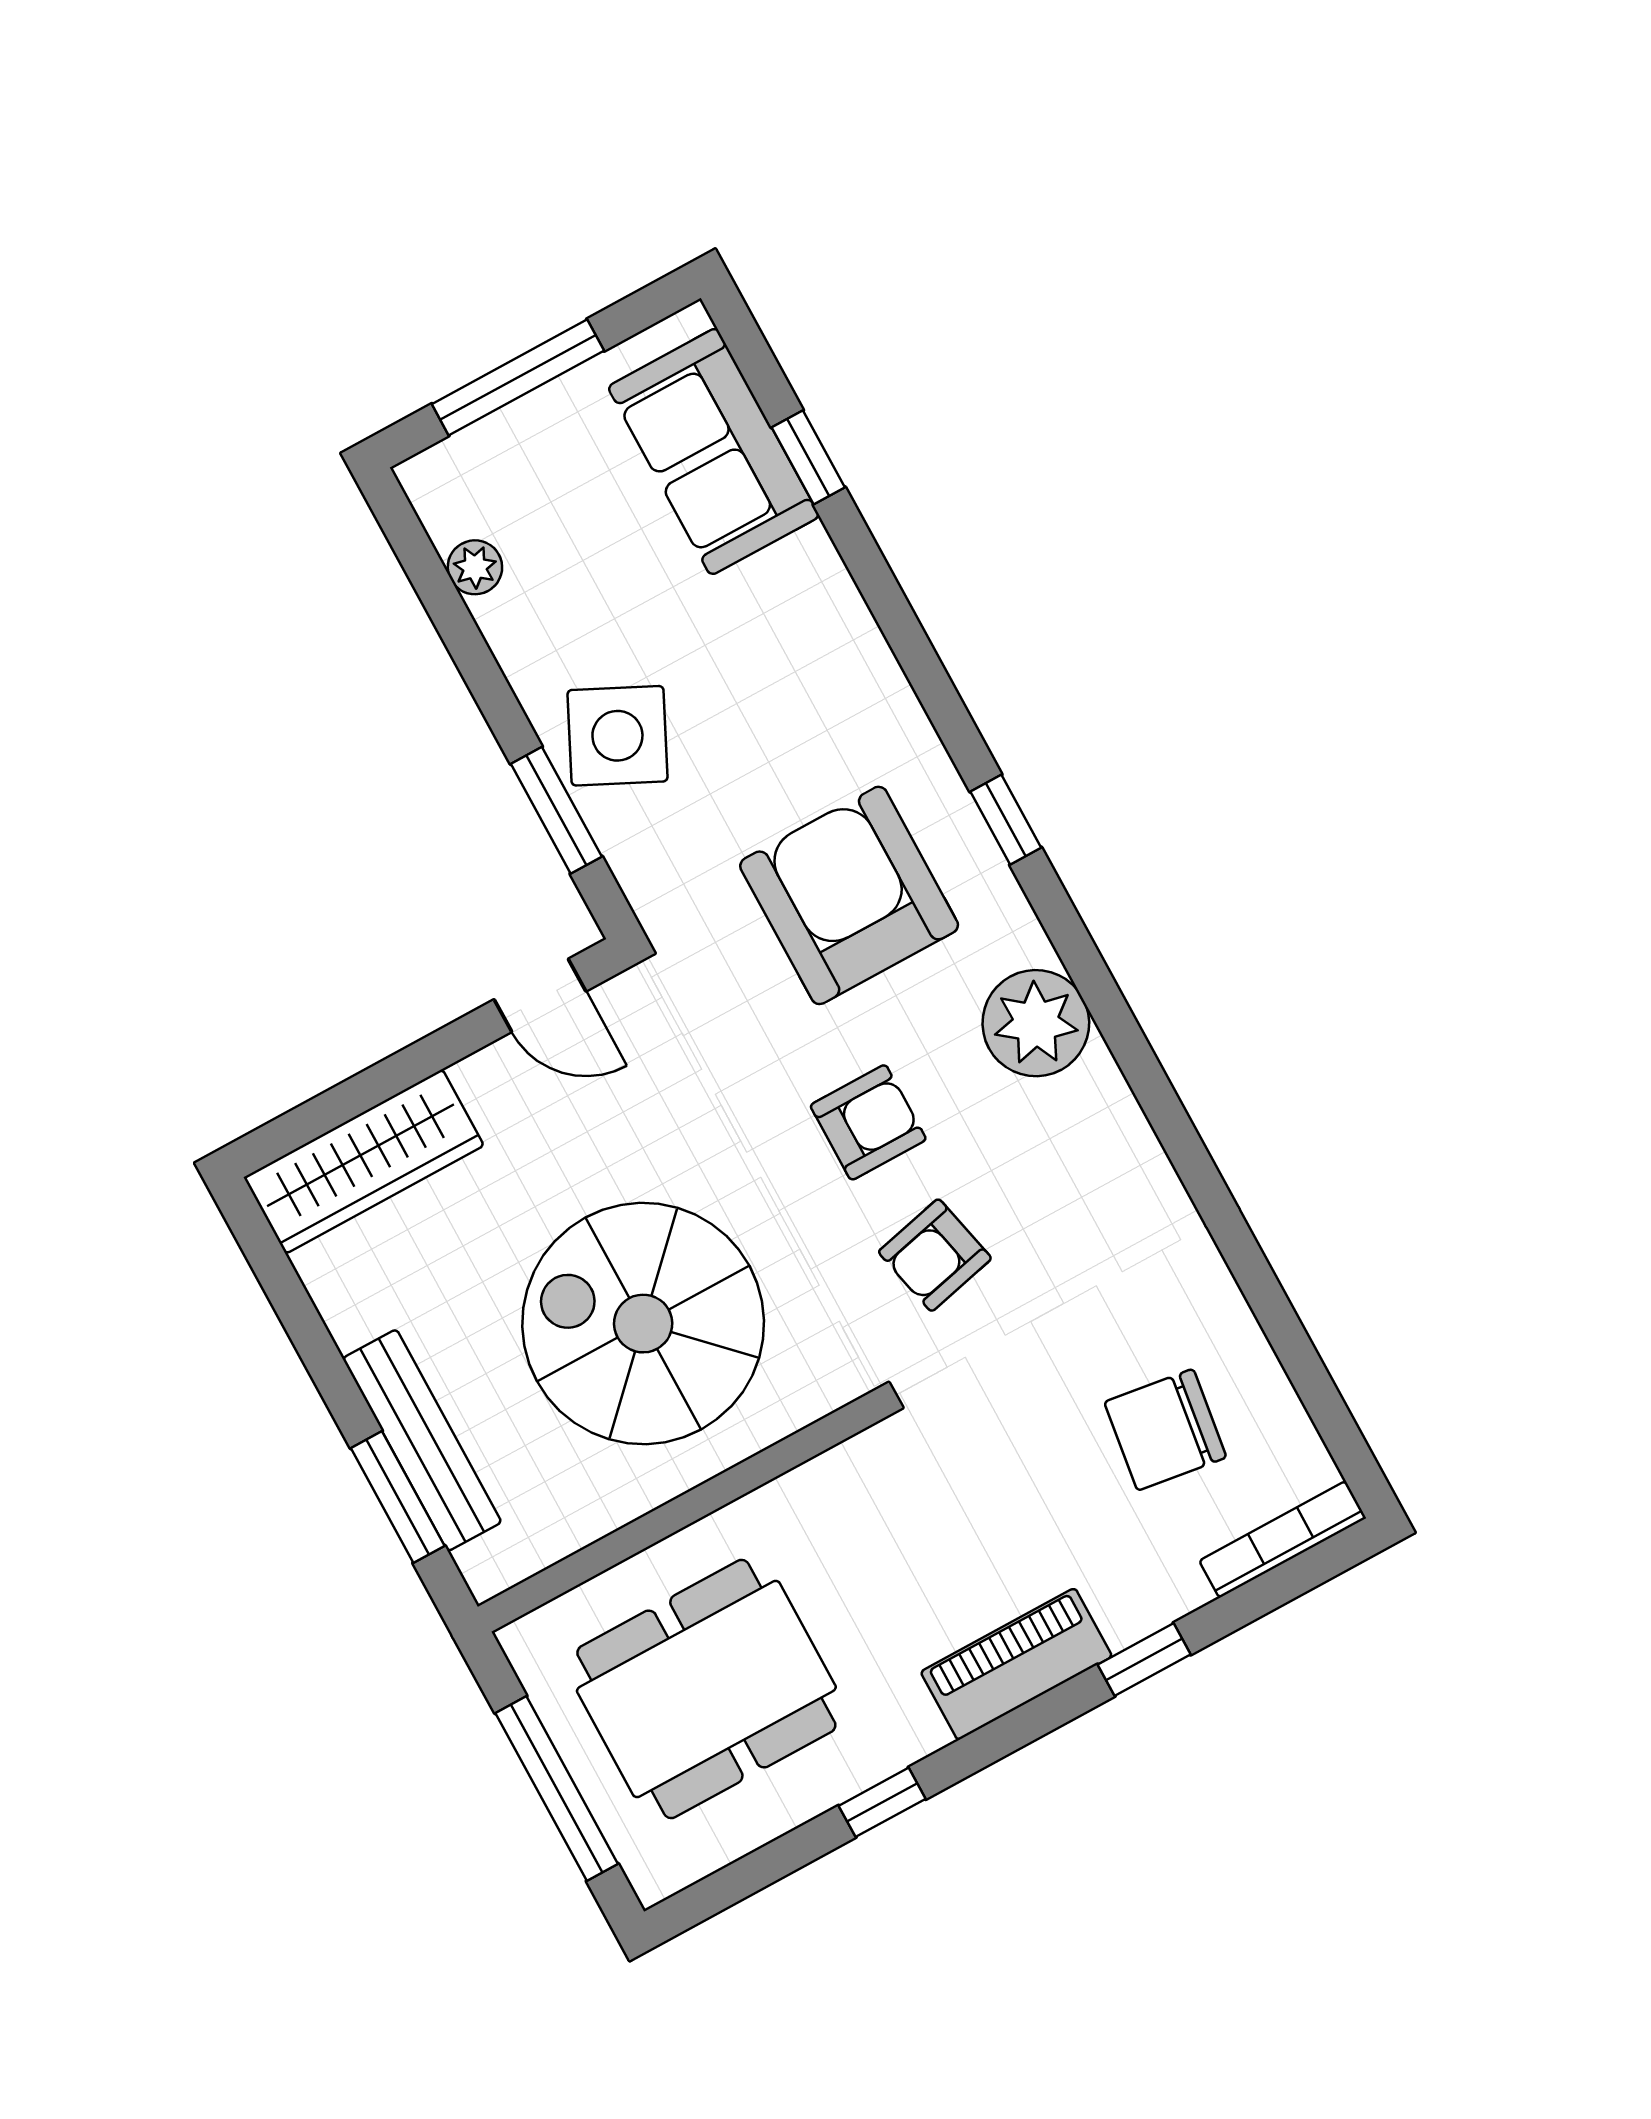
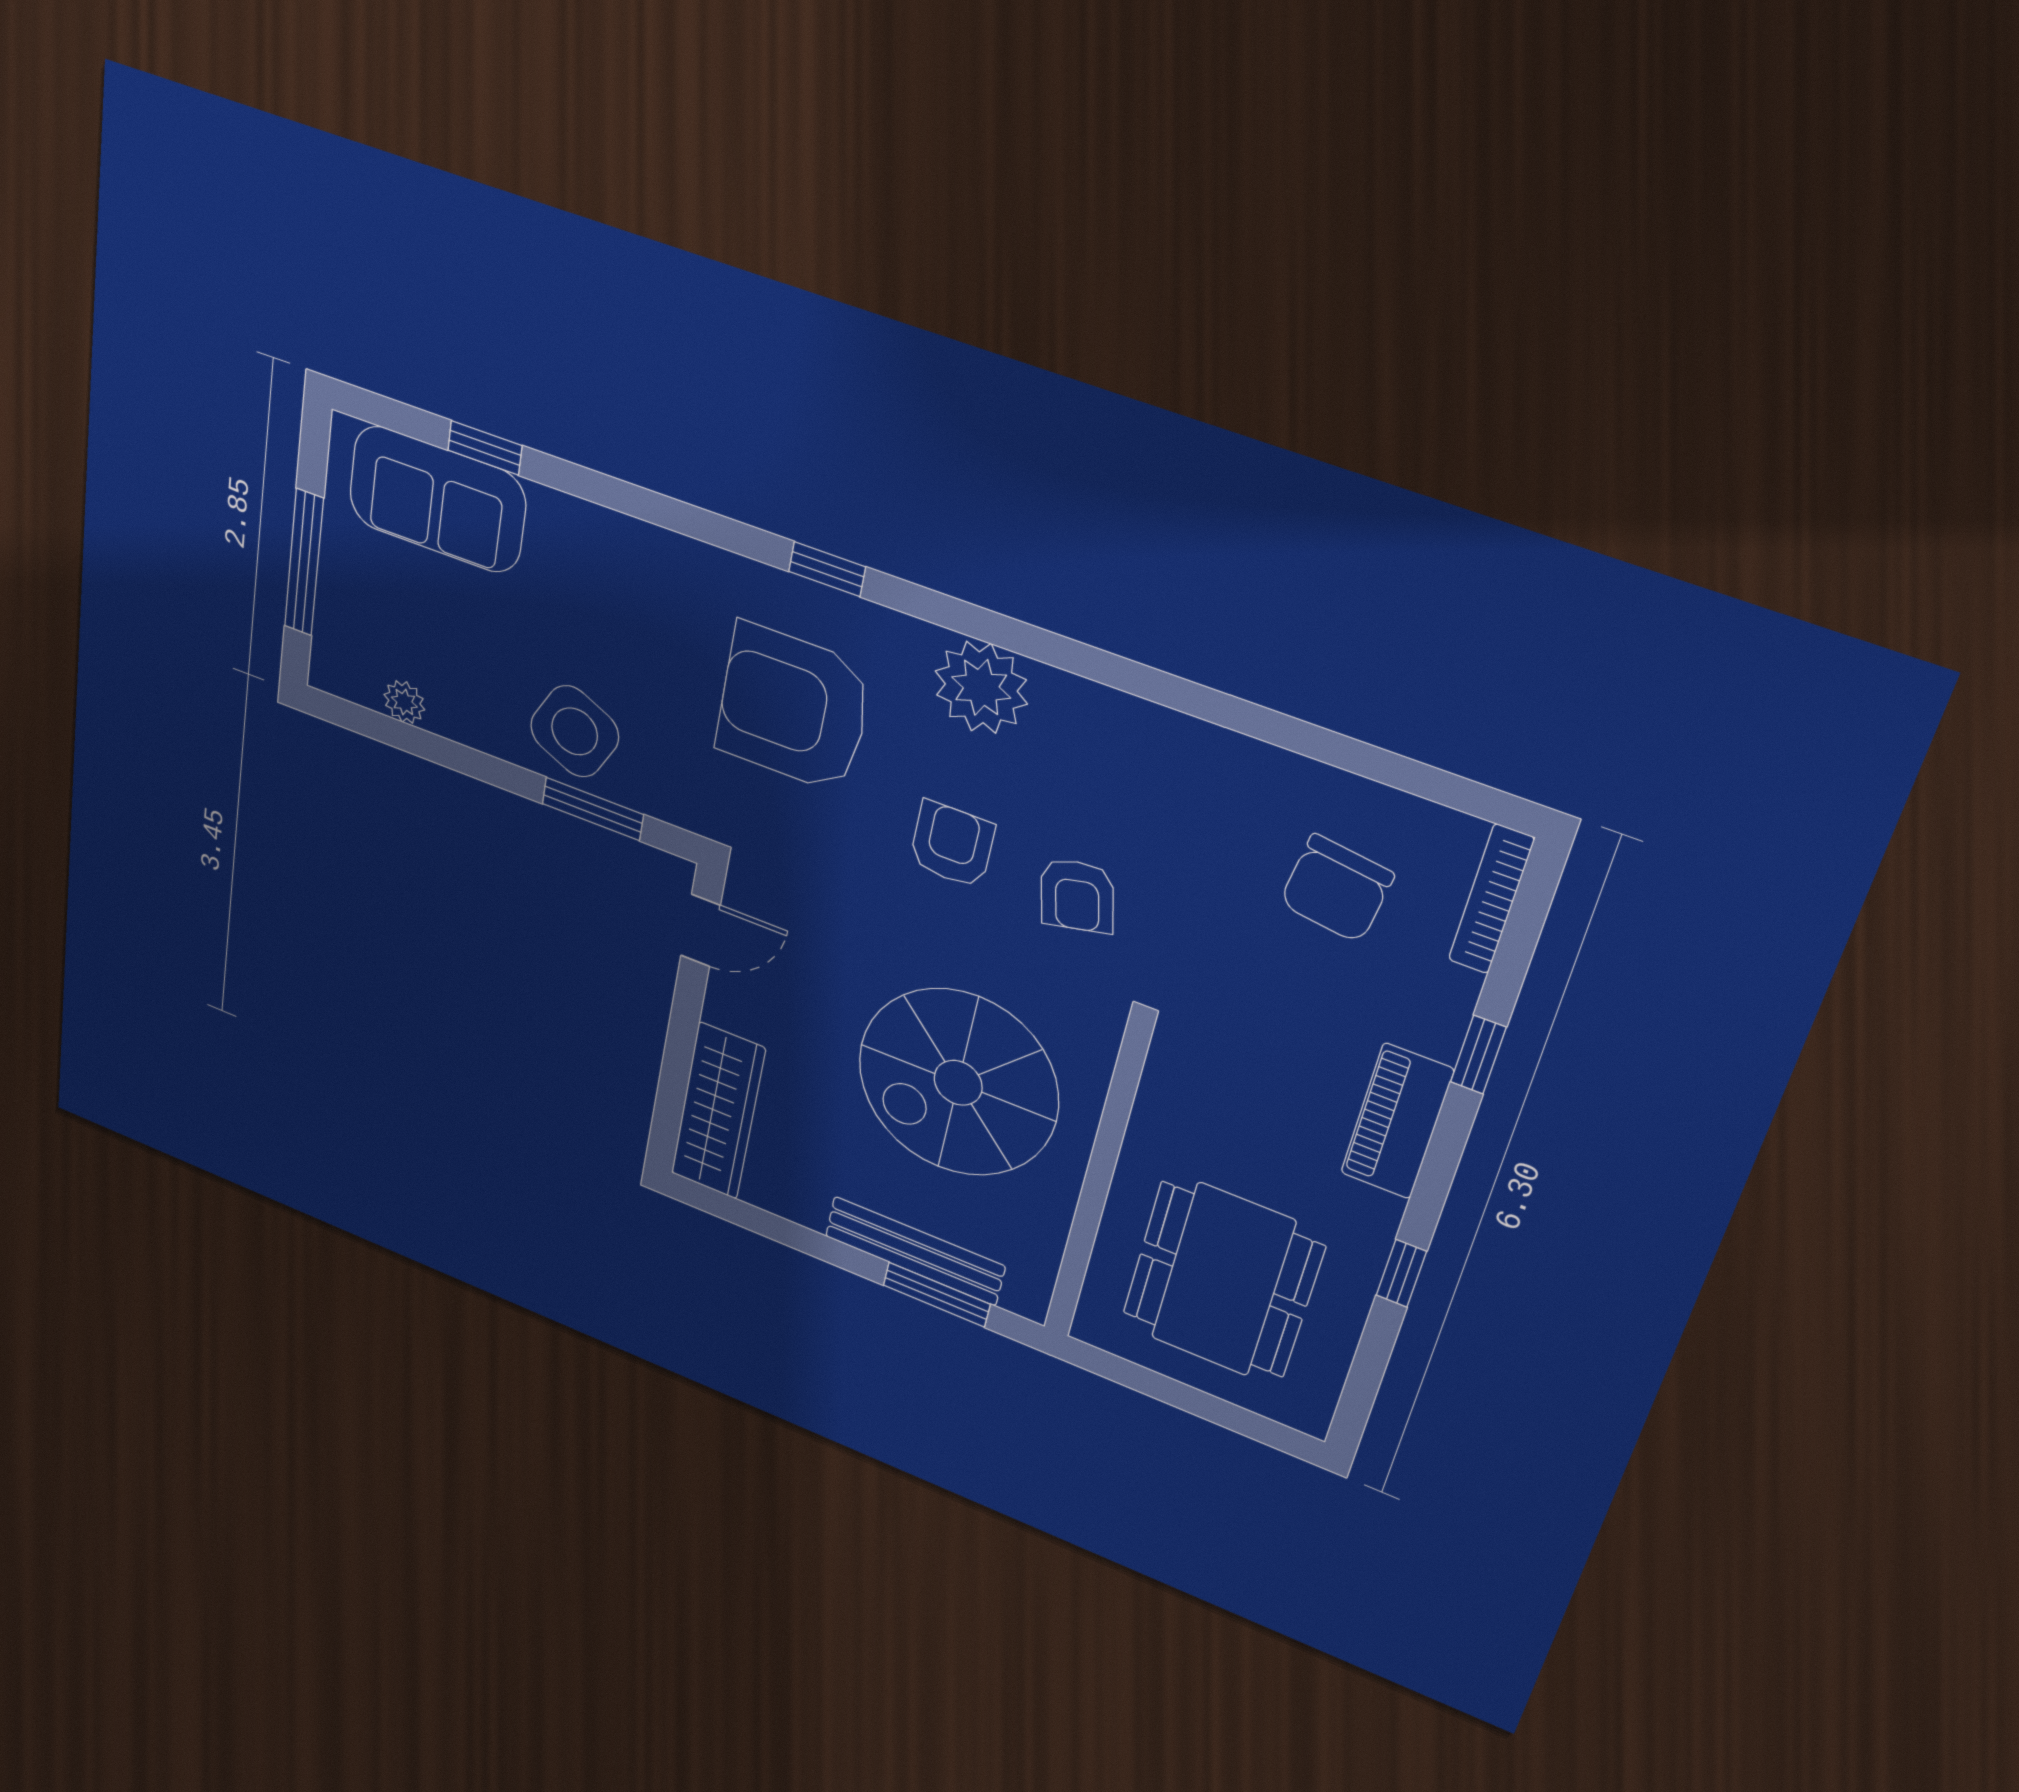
window: (557, 1789) -> (1199, 1403), removed

